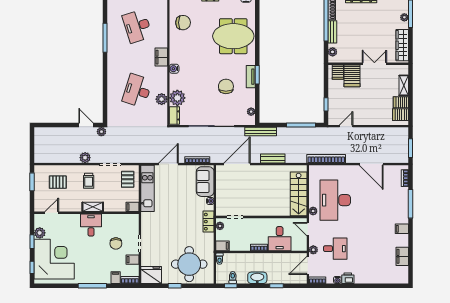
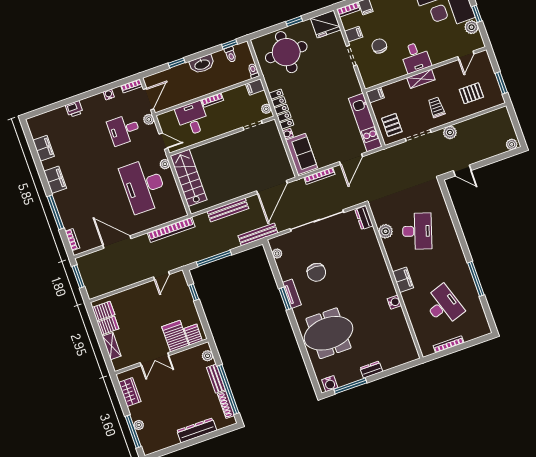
chair: (183, 23) -> (392, 328), removed
wardrobe: (402, 45) -> (130, 392), width x0.67
water cooler: (174, 69) -> (394, 302), moved
plant: (177, 98) -> (368, 239), removed
plant: (101, 132) -> (512, 144), moved
bench: (273, 158) -> (228, 210), width x1.36
desk: (335, 200) -> (144, 186), turned 180
locker: (208, 222) -> (281, 109), width x1.53
filing cabinet: (402, 229) -> (55, 180), width x2.00
printer: (348, 278) -> (74, 109), moved

